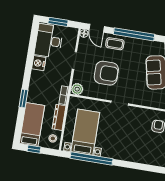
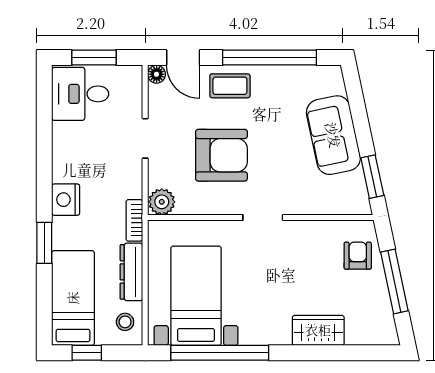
desk: (49, 41) -> (80, 94), width x0.73
nightstand: (39, 63) -> (66, 200), moved
wardrobe: (136, 156) -> (318, 330), added

